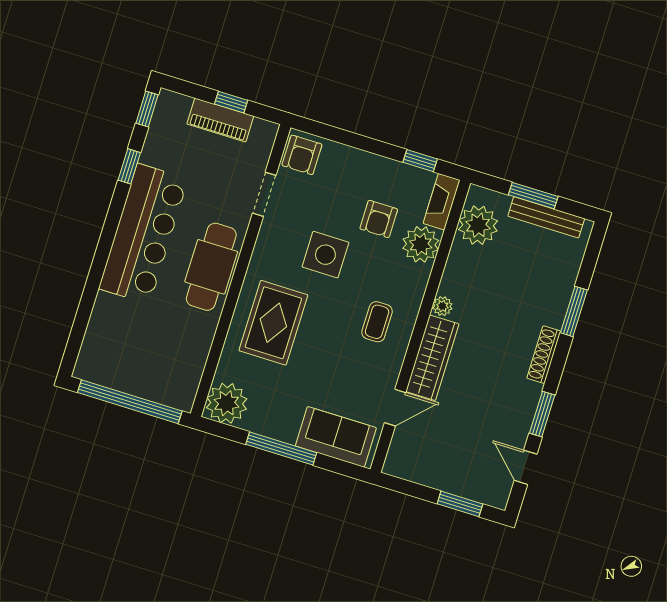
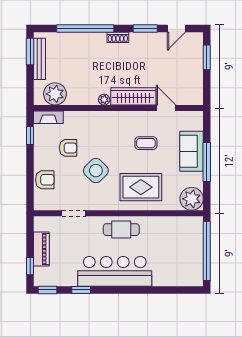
window: (231, 102) -> (30, 266), moved
armchair: (302, 155) -> (45, 180), moved
window: (533, 196) -> (30, 51), moved
plant: (421, 244) -> (75, 121), removed
side table: (325, 255) -> (96, 171), turned 45
cafe table: (211, 267) -> (121, 230), width x0.73, depth x0.74
window: (574, 311) -> (85, 28), width x2.11
coffee table: (377, 322) -> (146, 143), moved
shoe rack: (544, 355) -> (118, 37), width x0.70
sofa: (336, 437) -> (191, 151), moved

